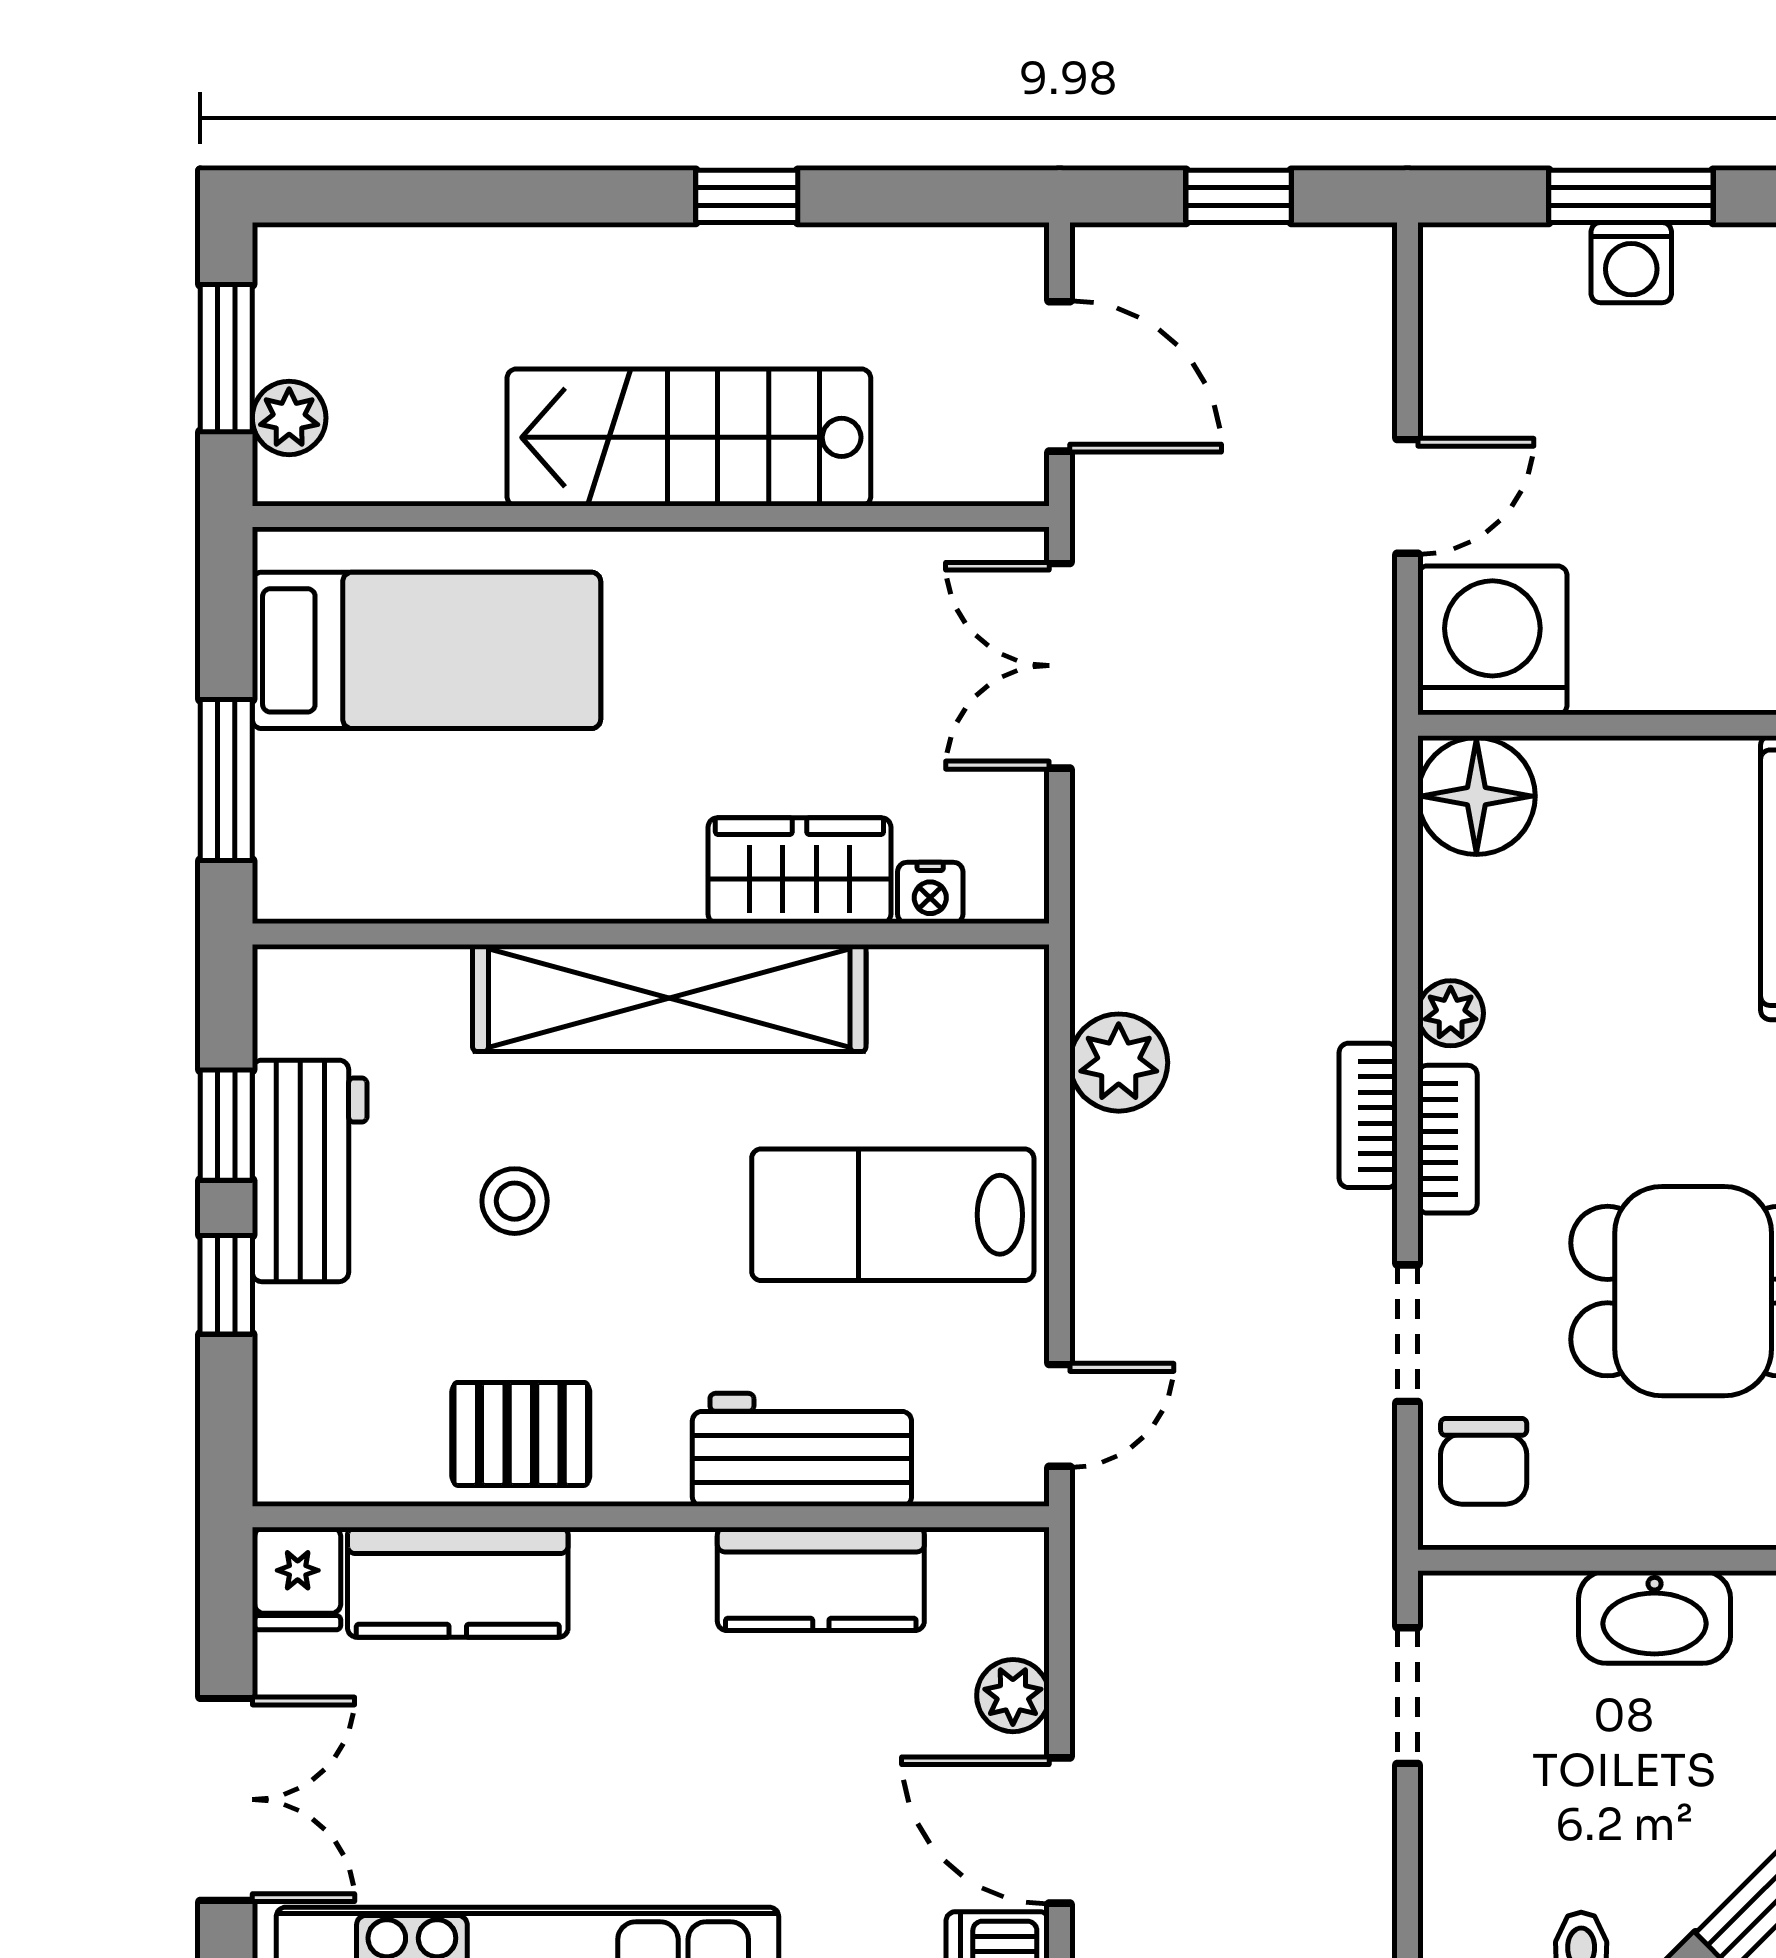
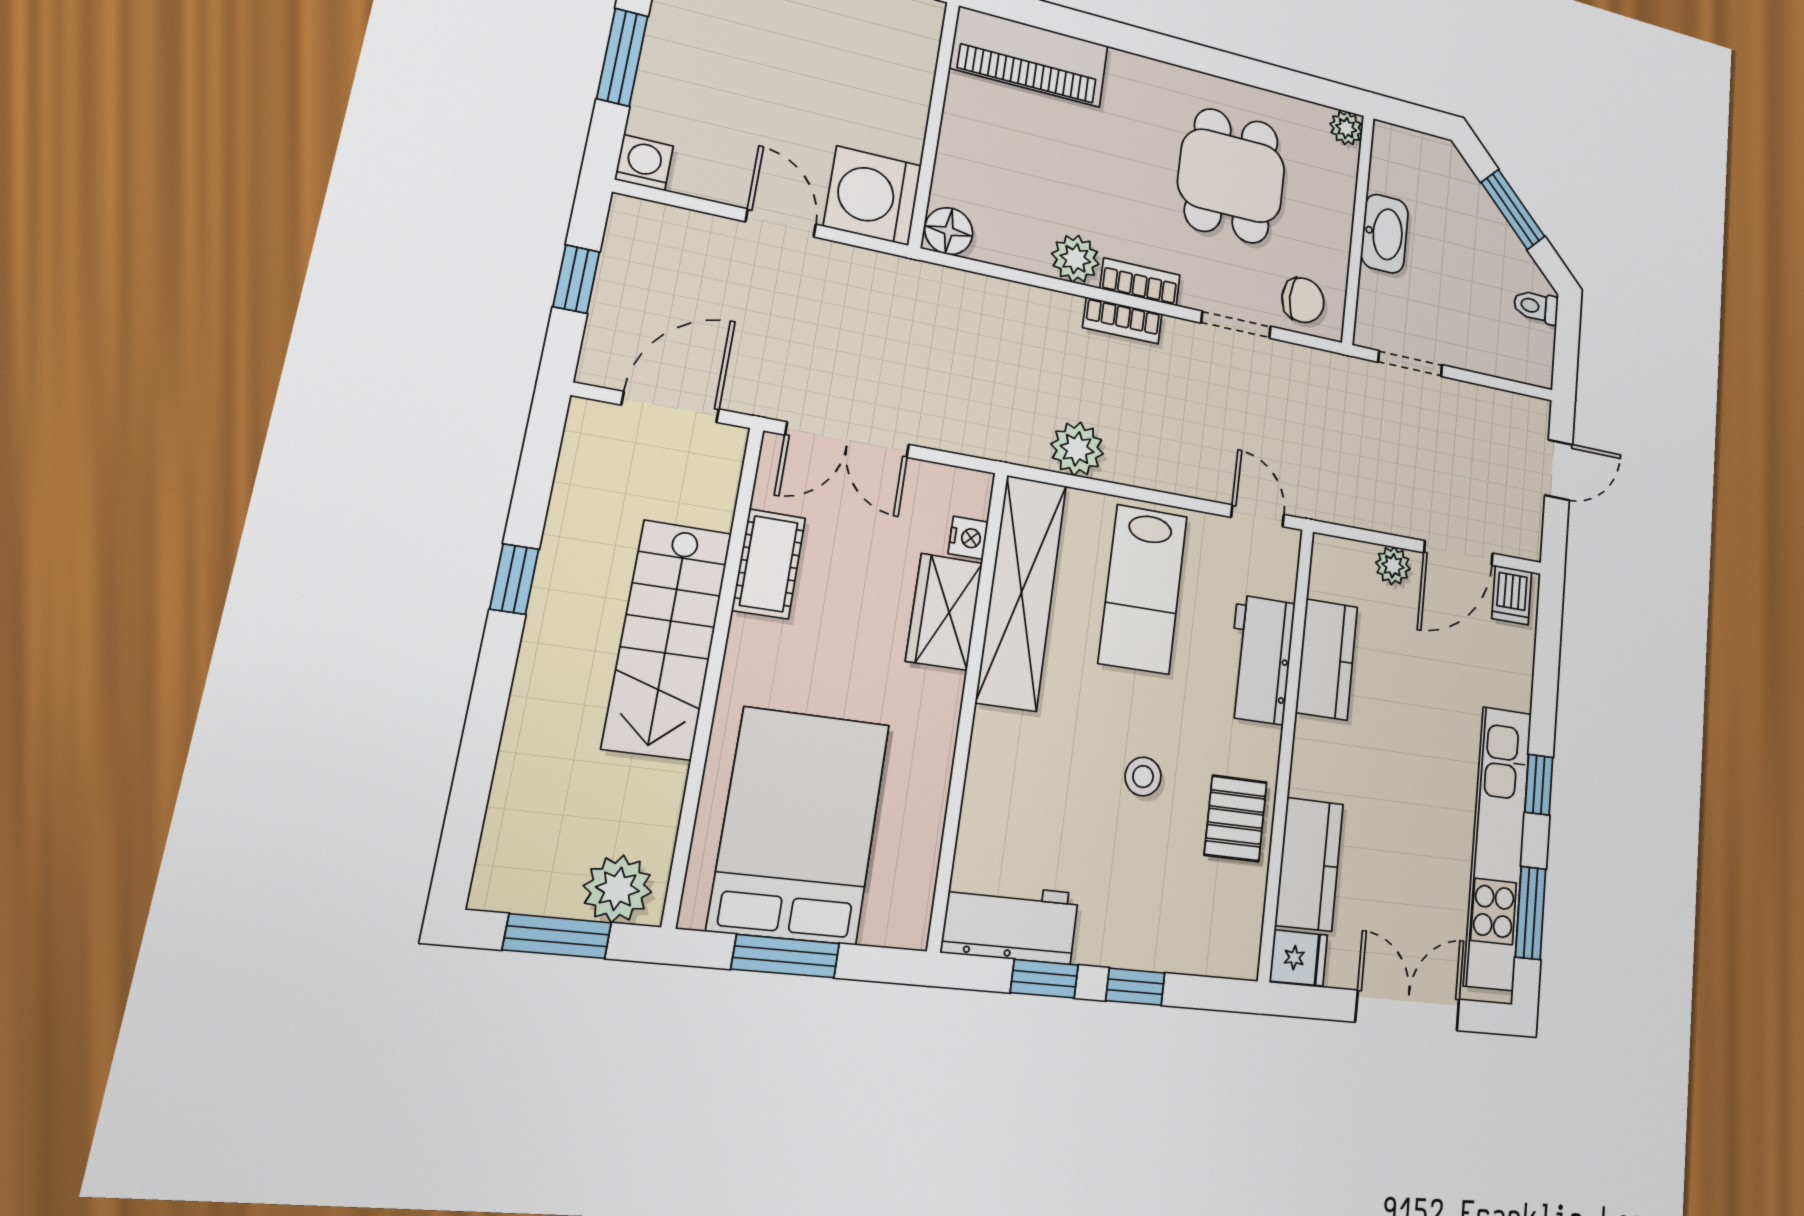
washing machine: (1631, 263) -> (644, 163), moved, turned -90
plant: (289, 418) -> (617, 889), width x1.38, depth x1.38
cot: (832, 573) -> (769, 564), added
bed: (426, 650) -> (800, 826), width x1.50
window: (226, 780) -> (786, 956), moved
floor lamp: (1476, 796) -> (949, 231), width x0.73, depth x0.73
shelving: (669, 998) -> (1021, 592), moved
plant: (1451, 1013) -> (1075, 259), width x1.38, depth x1.38
workbench: (310, 1171) -> (1010, 923), moved
stool: (515, 1201) -> (1143, 777), moved

